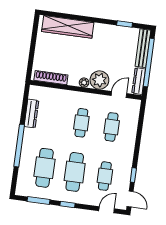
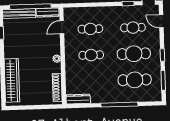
plant: (99, 80) -> (52, 46), removed
door: (119, 94) -> (62, 27), hinge flipped
dresser: (31, 113) -> (78, 99), moved

